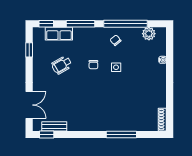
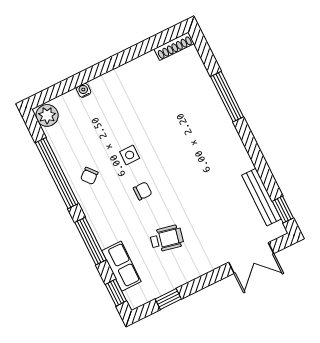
plant: (149, 34) -> (47, 115), moved
wheelchair: (62, 65) -> (167, 239), turned -48
double door: (29, 105) -> (251, 258), swing flipped
bench: (54, 126) -> (261, 197), width x1.36

